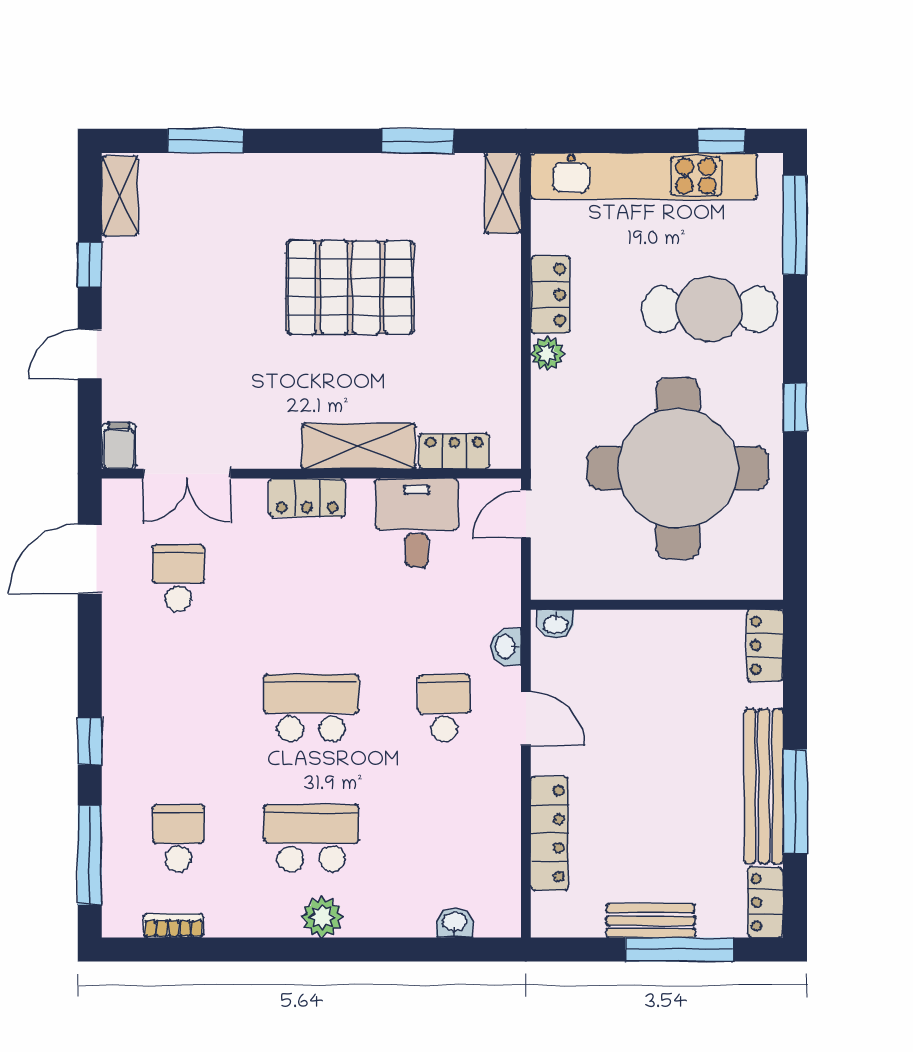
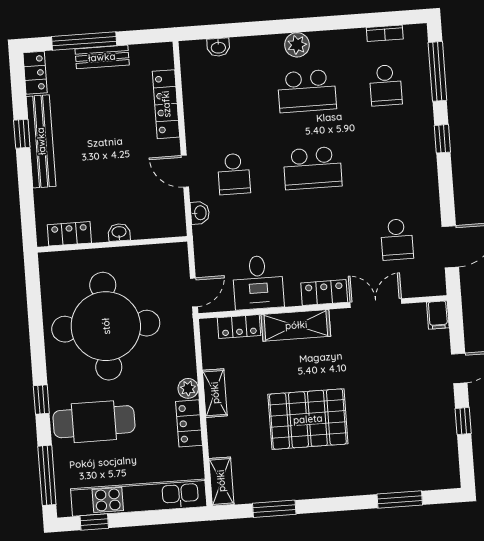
shelving: (120, 196) -> (215, 393), moved
window: (795, 407) -> (41, 399), moved
double door: (187, 474) -> (376, 303), moved
washbasin: (556, 624) -> (119, 232), moved
locker: (765, 646) -> (69, 234), moved, turned -90
window: (795, 802) -> (22, 134), width x0.46

